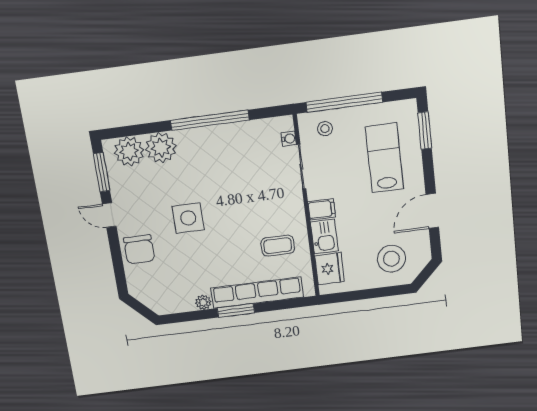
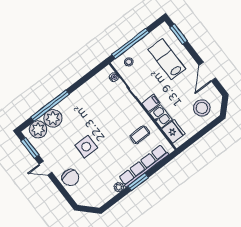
window: (210, 120) -> (50, 106), moved

